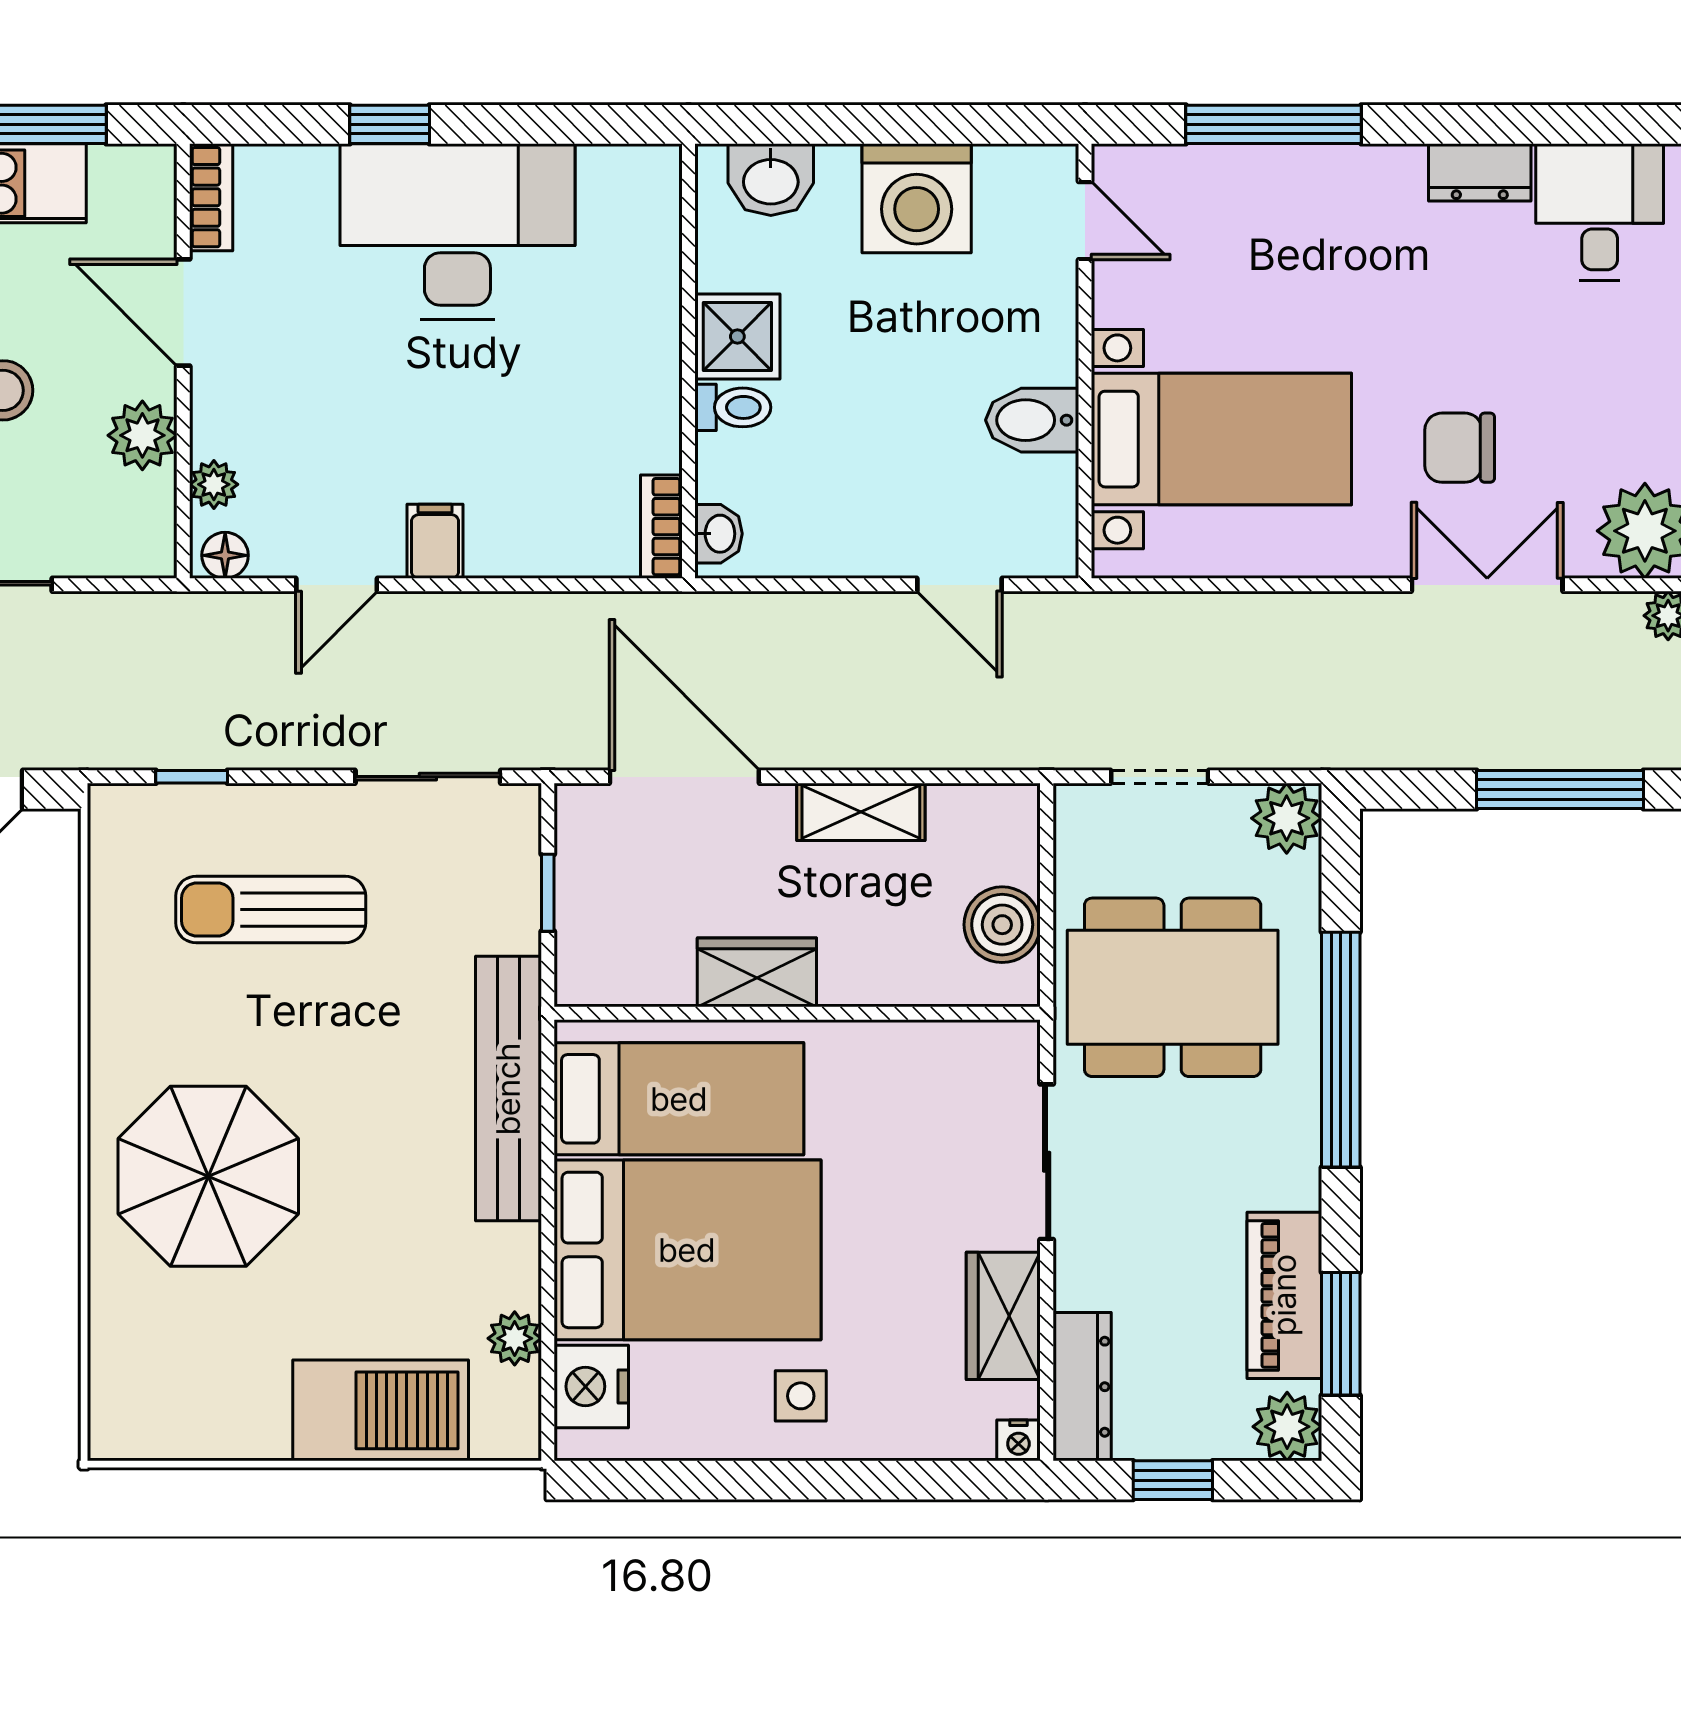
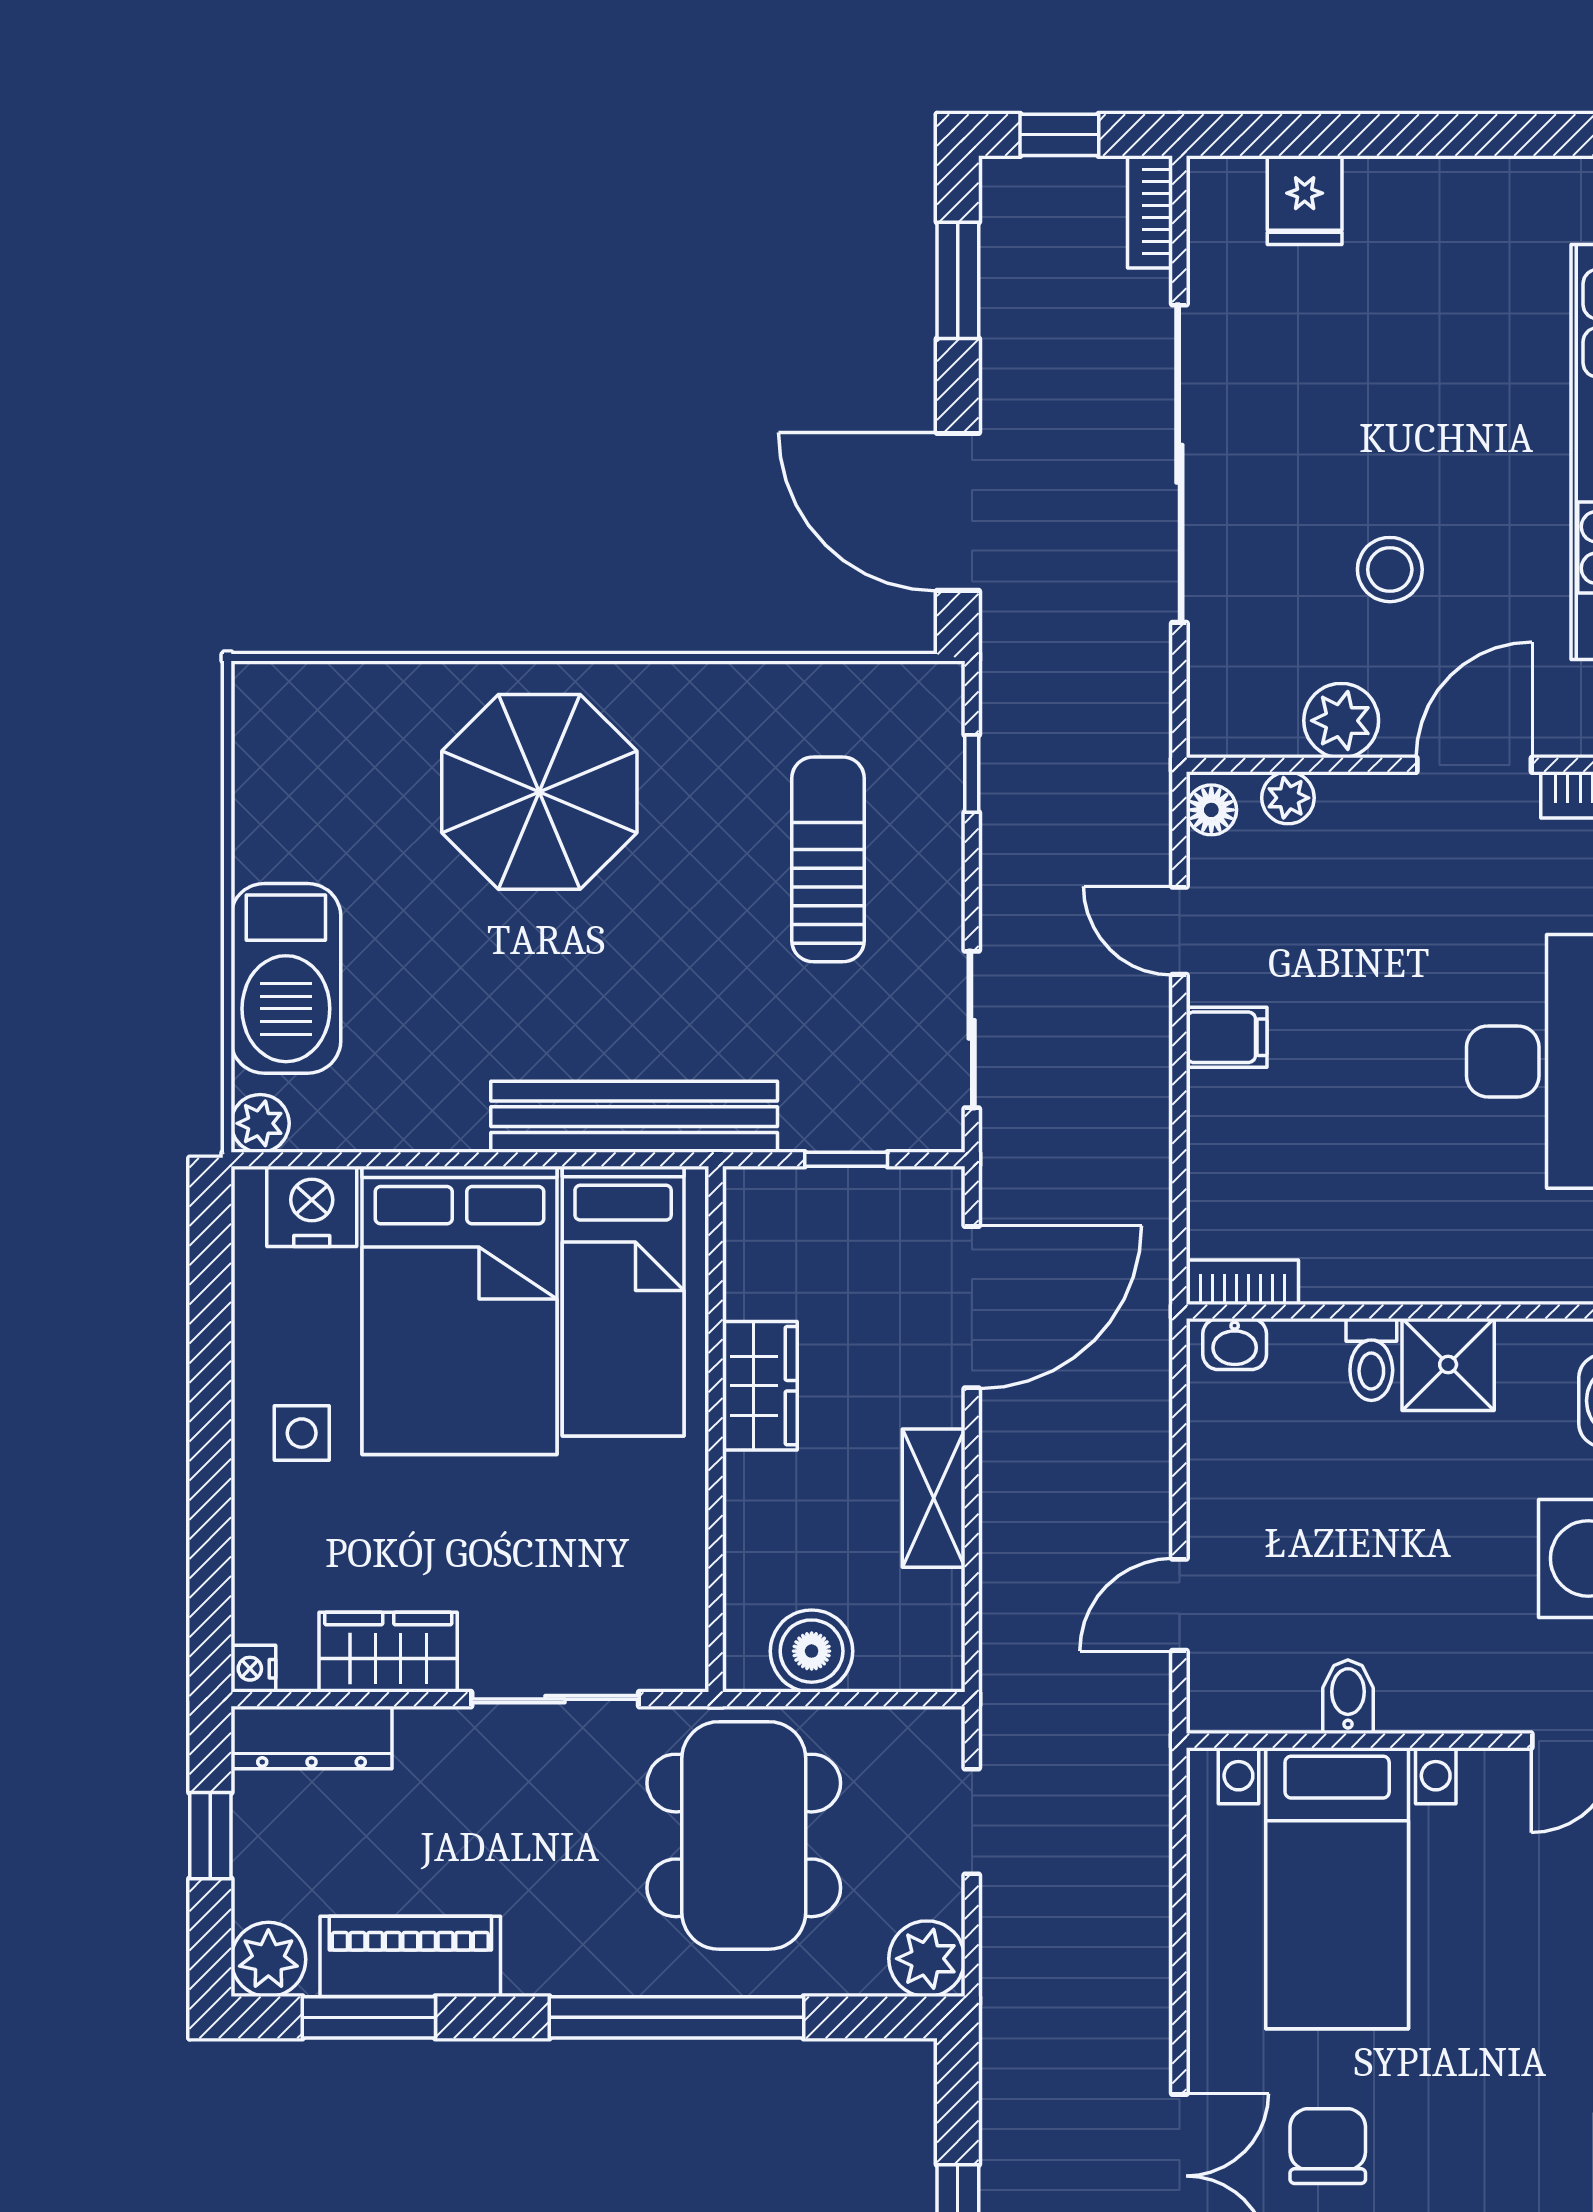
bidet: (1032, 420) -> (1348, 1697), width x0.72, depth x0.74
plant: (515, 1338) -> (260, 1123), moved

